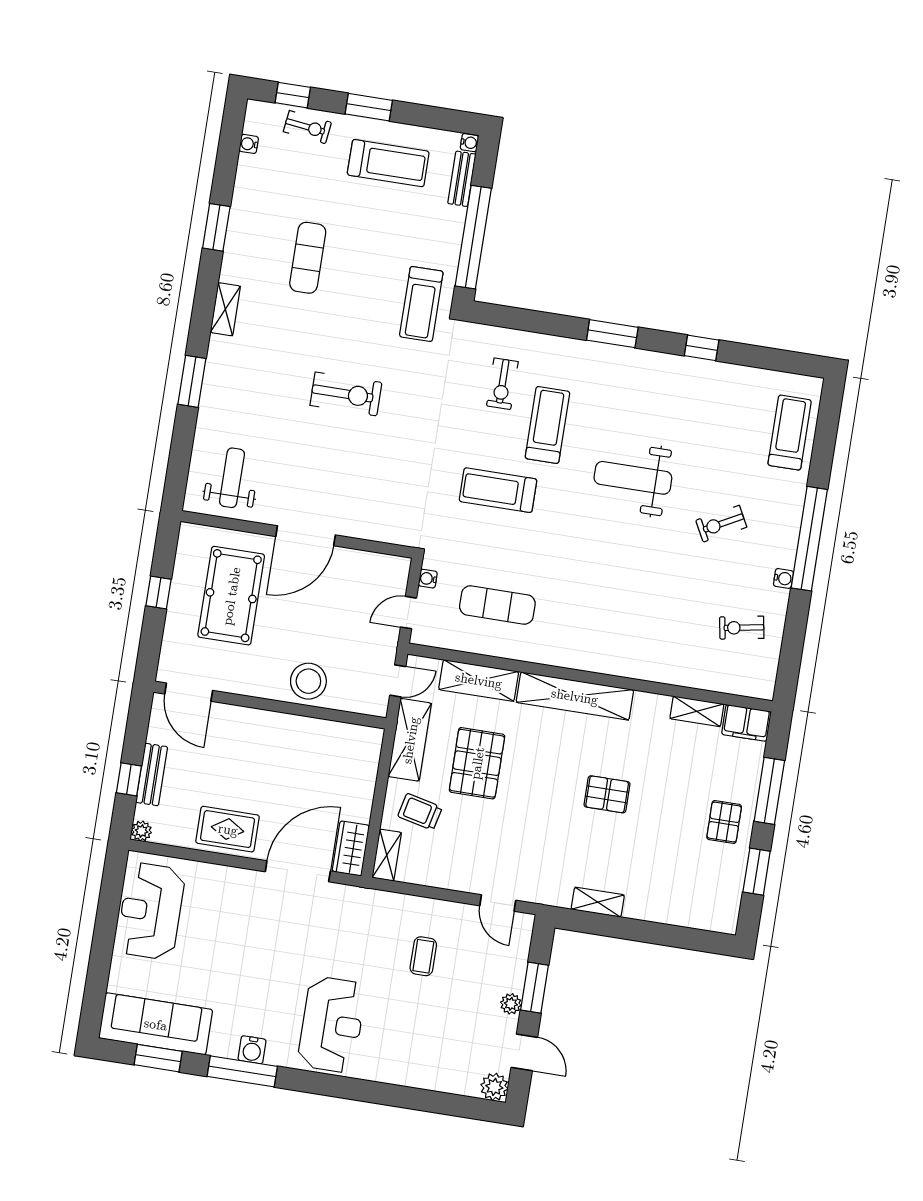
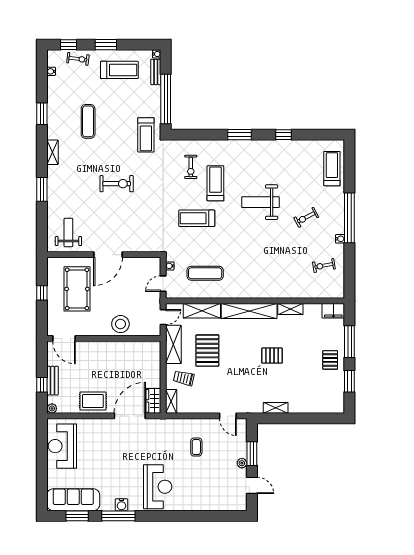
shelving: (697, 711) -> (290, 309), moved
plant: (494, 1087) -> (240, 504), removed

